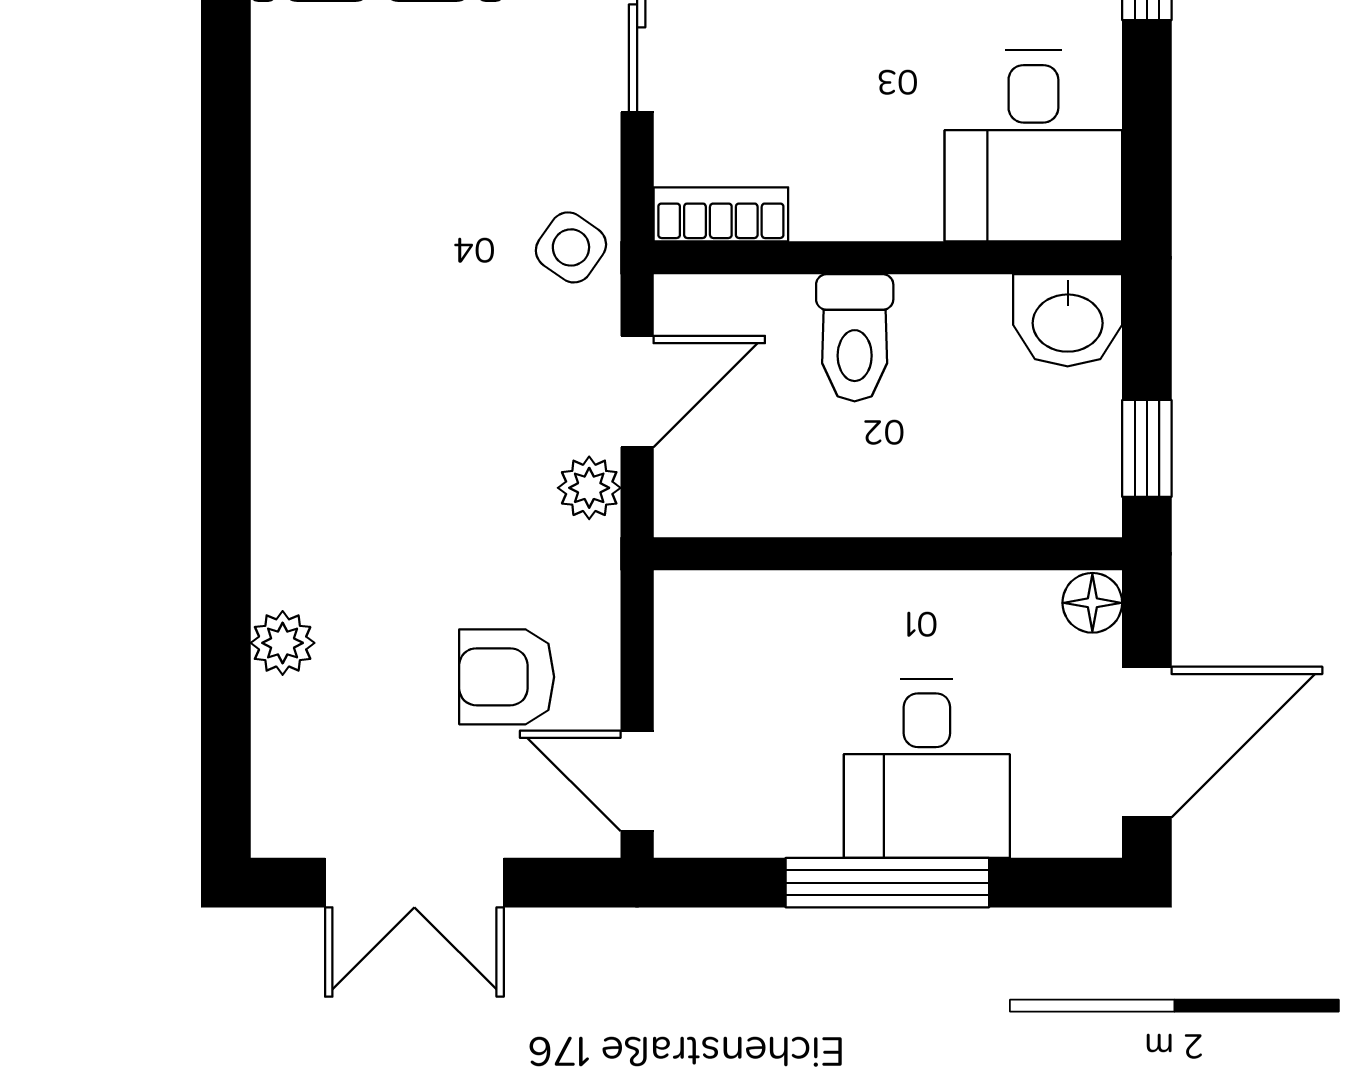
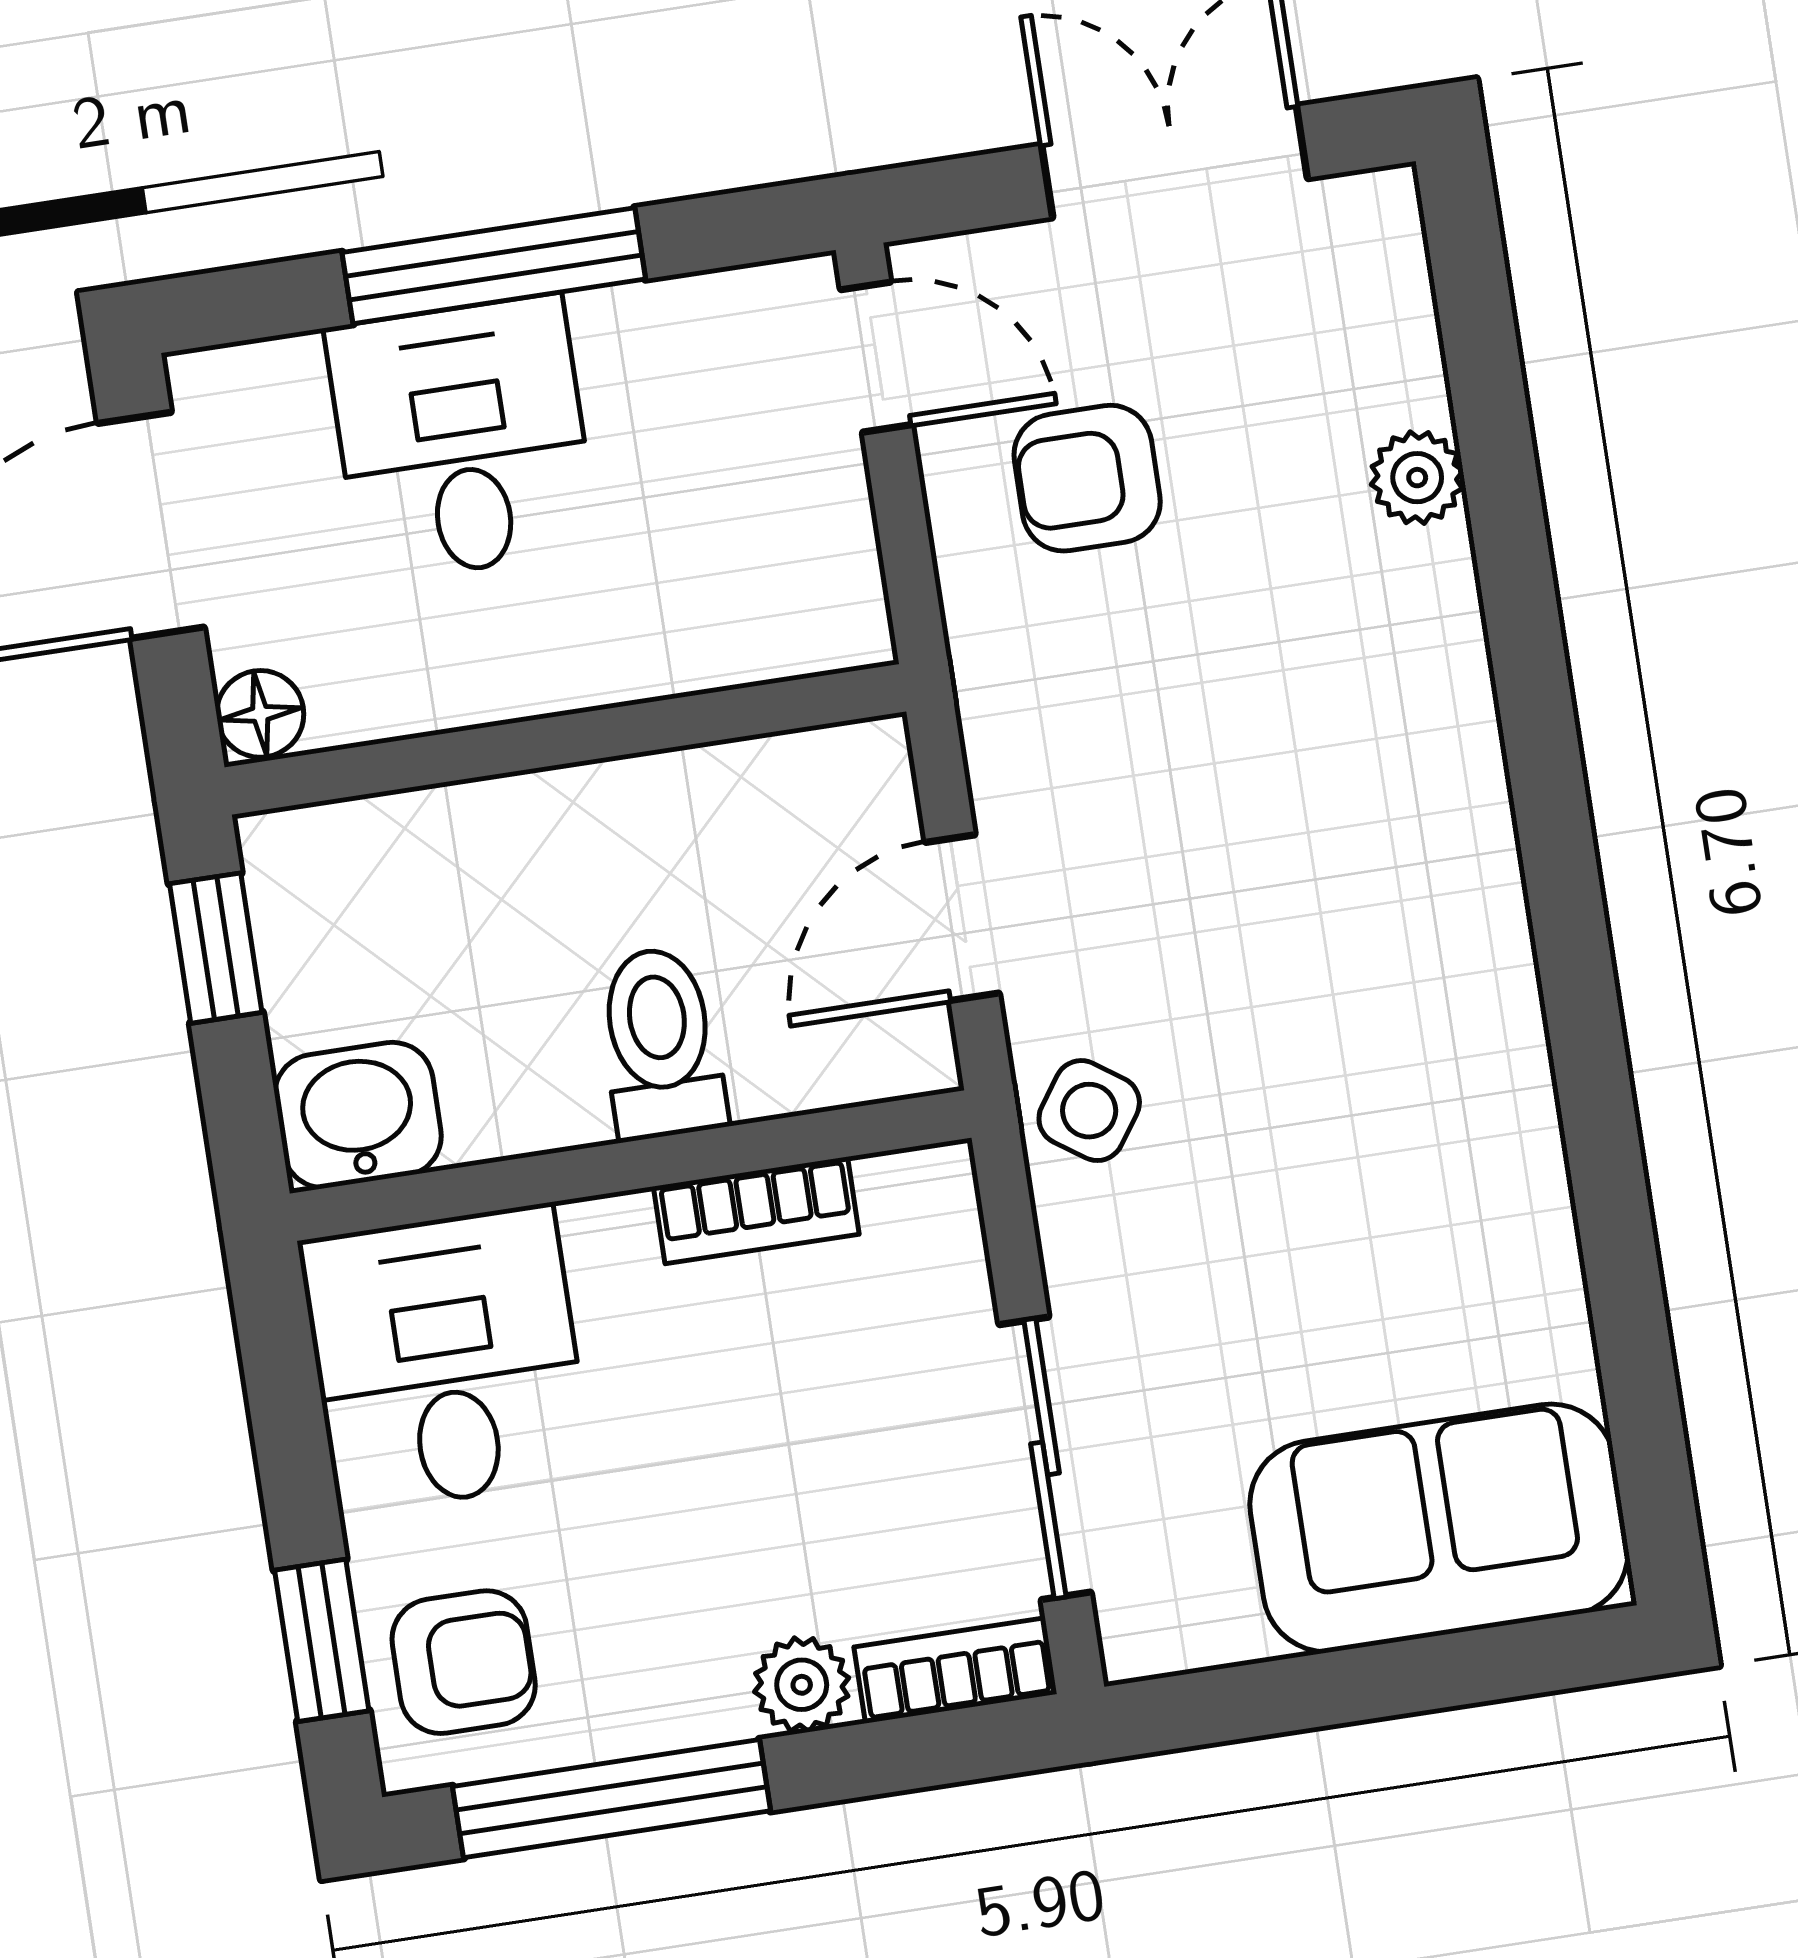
bookcase: (721, 214) -> (756, 1210), moved
plant: (589, 488) -> (1010, 769), removed
armchair: (507, 677) -> (1087, 478), turned 180

